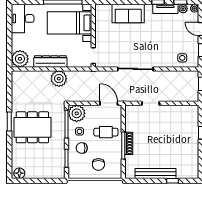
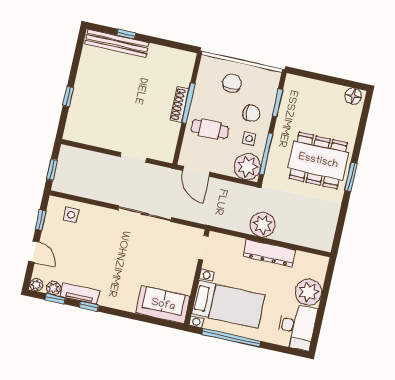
sofa: (128, 14) -> (163, 305), moved
plant: (20, 59) -> (309, 292), moved
bench: (155, 174) -> (117, 43), moved

